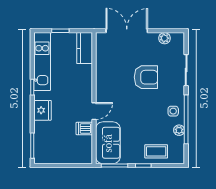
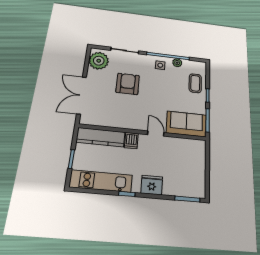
plant: (164, 38) -> (99, 61), width x1.87, depth x1.87
kitchen counter: (85, 48) -> (101, 137), width x1.50
dishwasher: (84, 128) -> (131, 140), moved

